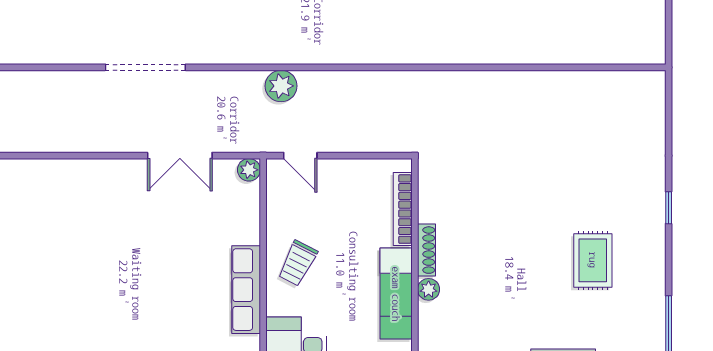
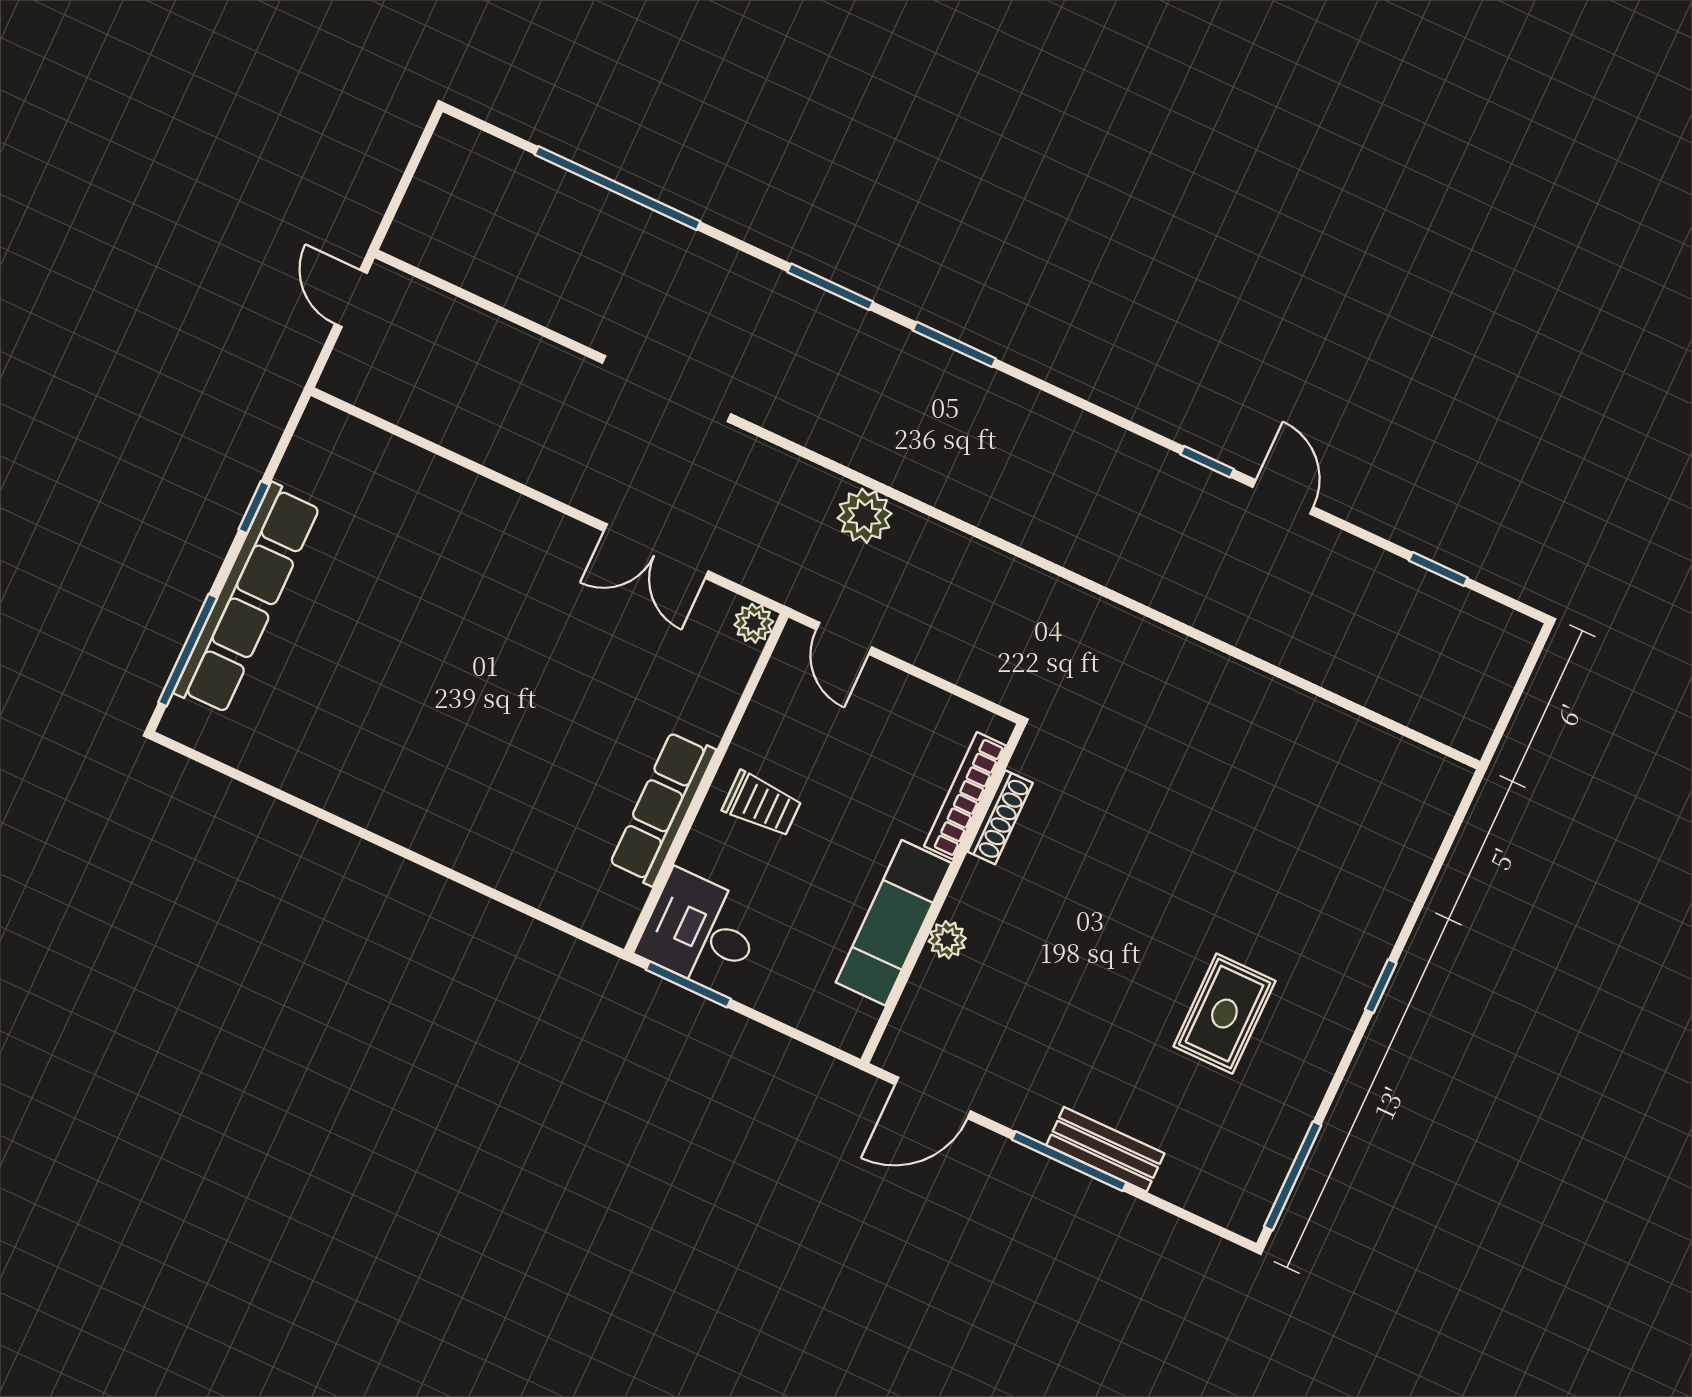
shoe rack: (426, 250) -> (1000, 817), moved
trolley: (298, 263) -> (762, 804), turned -117

